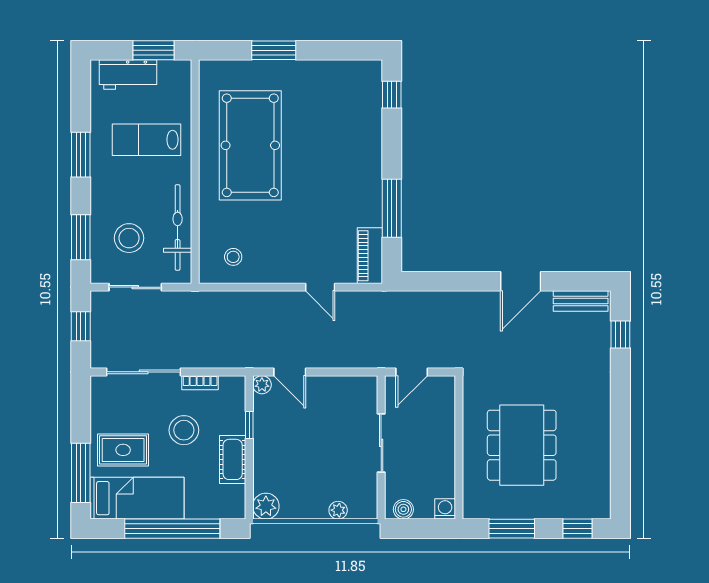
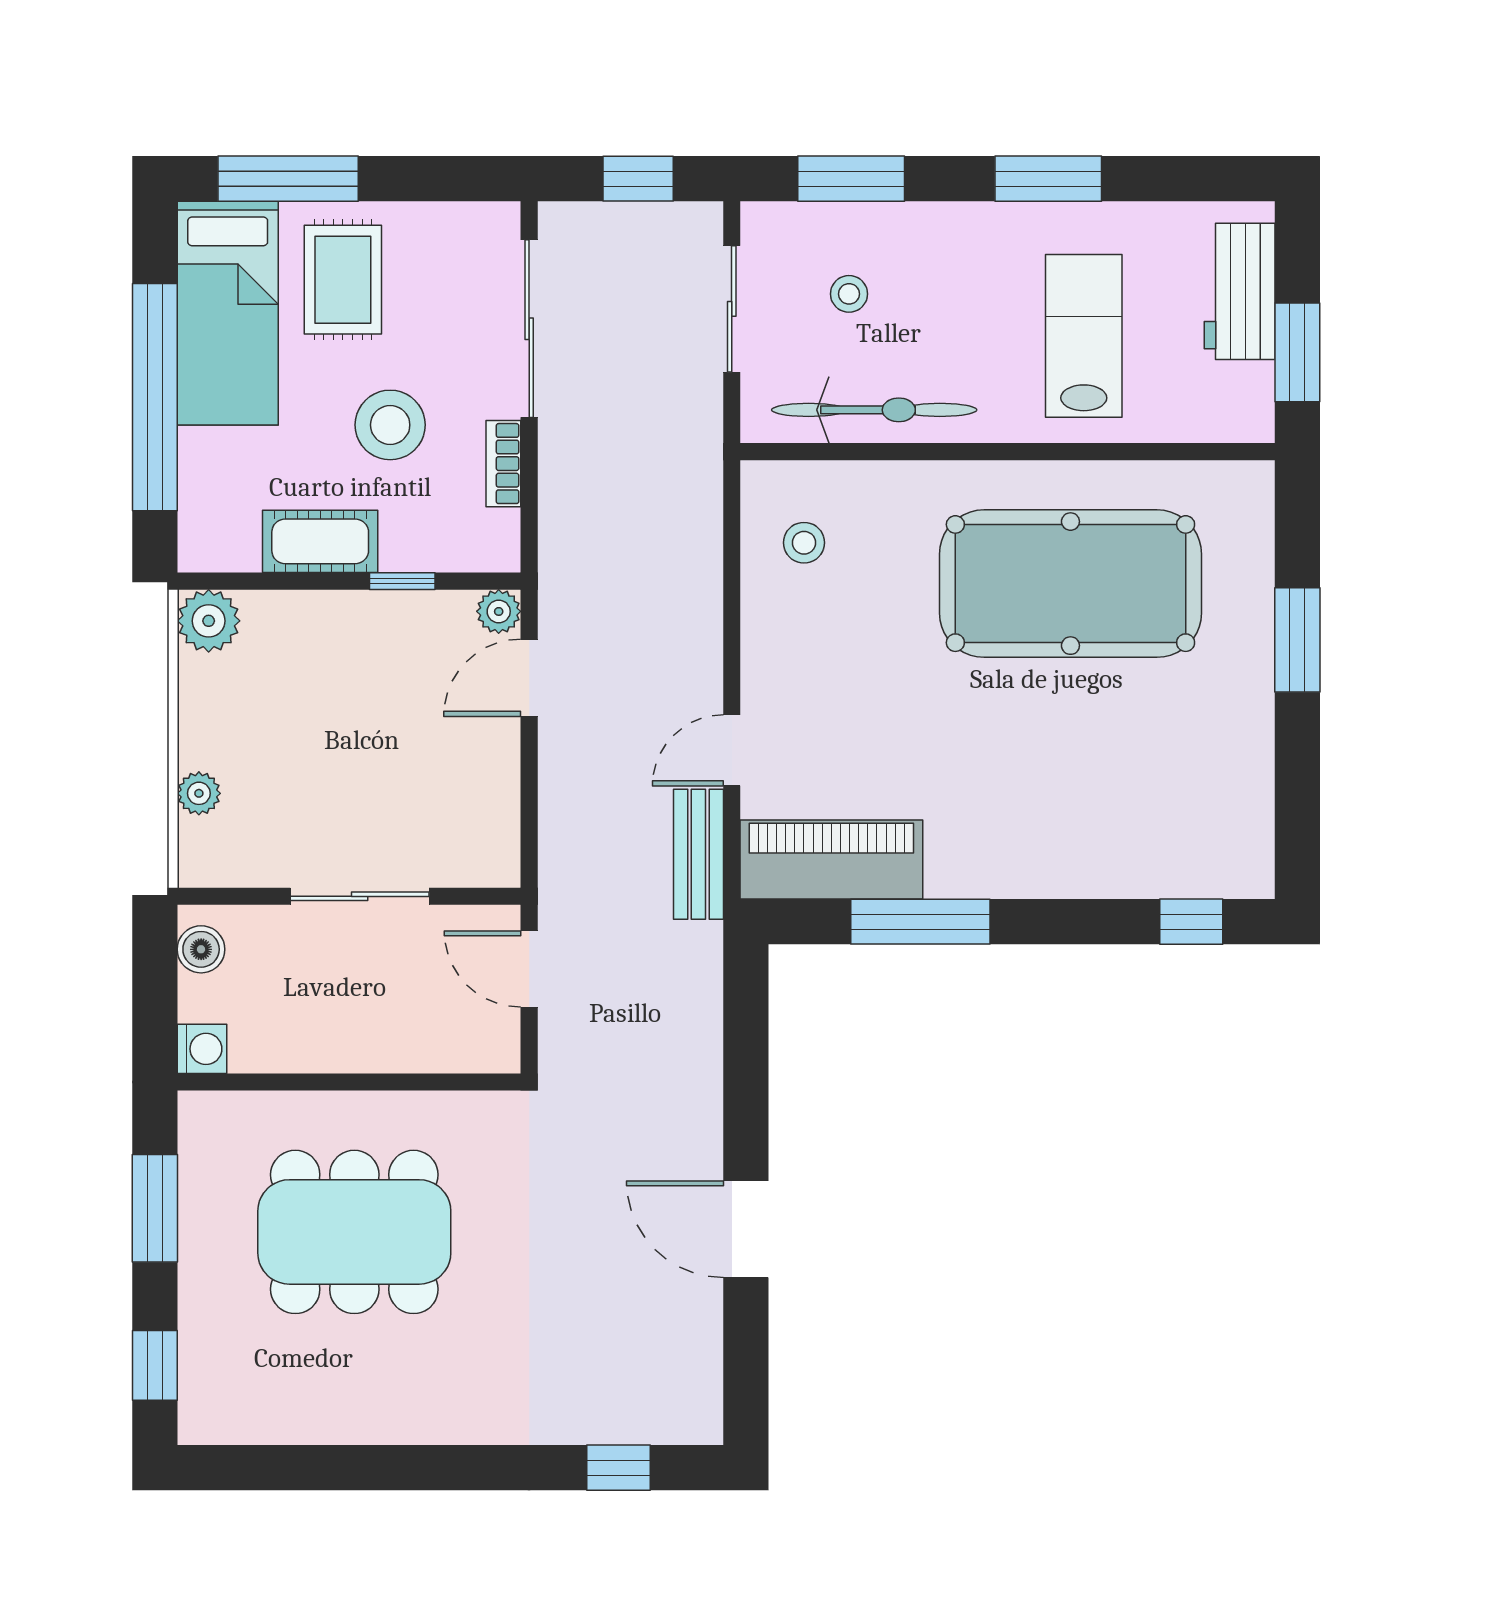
stool: (129, 238) -> (849, 294), width x0.53, depth x0.53
piano: (370, 256) -> (831, 859), width x1.37, depth x1.33
bench: (581, 301) -> (698, 854), moved

